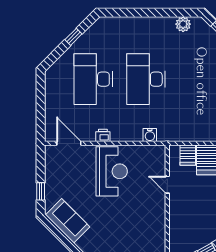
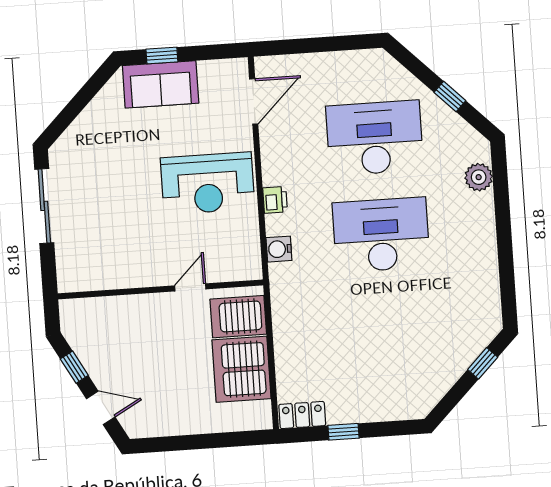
plant: (183, 24) -> (479, 177), moved
printer: (103, 135) -> (275, 200), moved
server rack: (188, 155) -> (238, 317), width x1.36, depth x1.44
sofa: (68, 221) -> (161, 84), moved, turned 45

